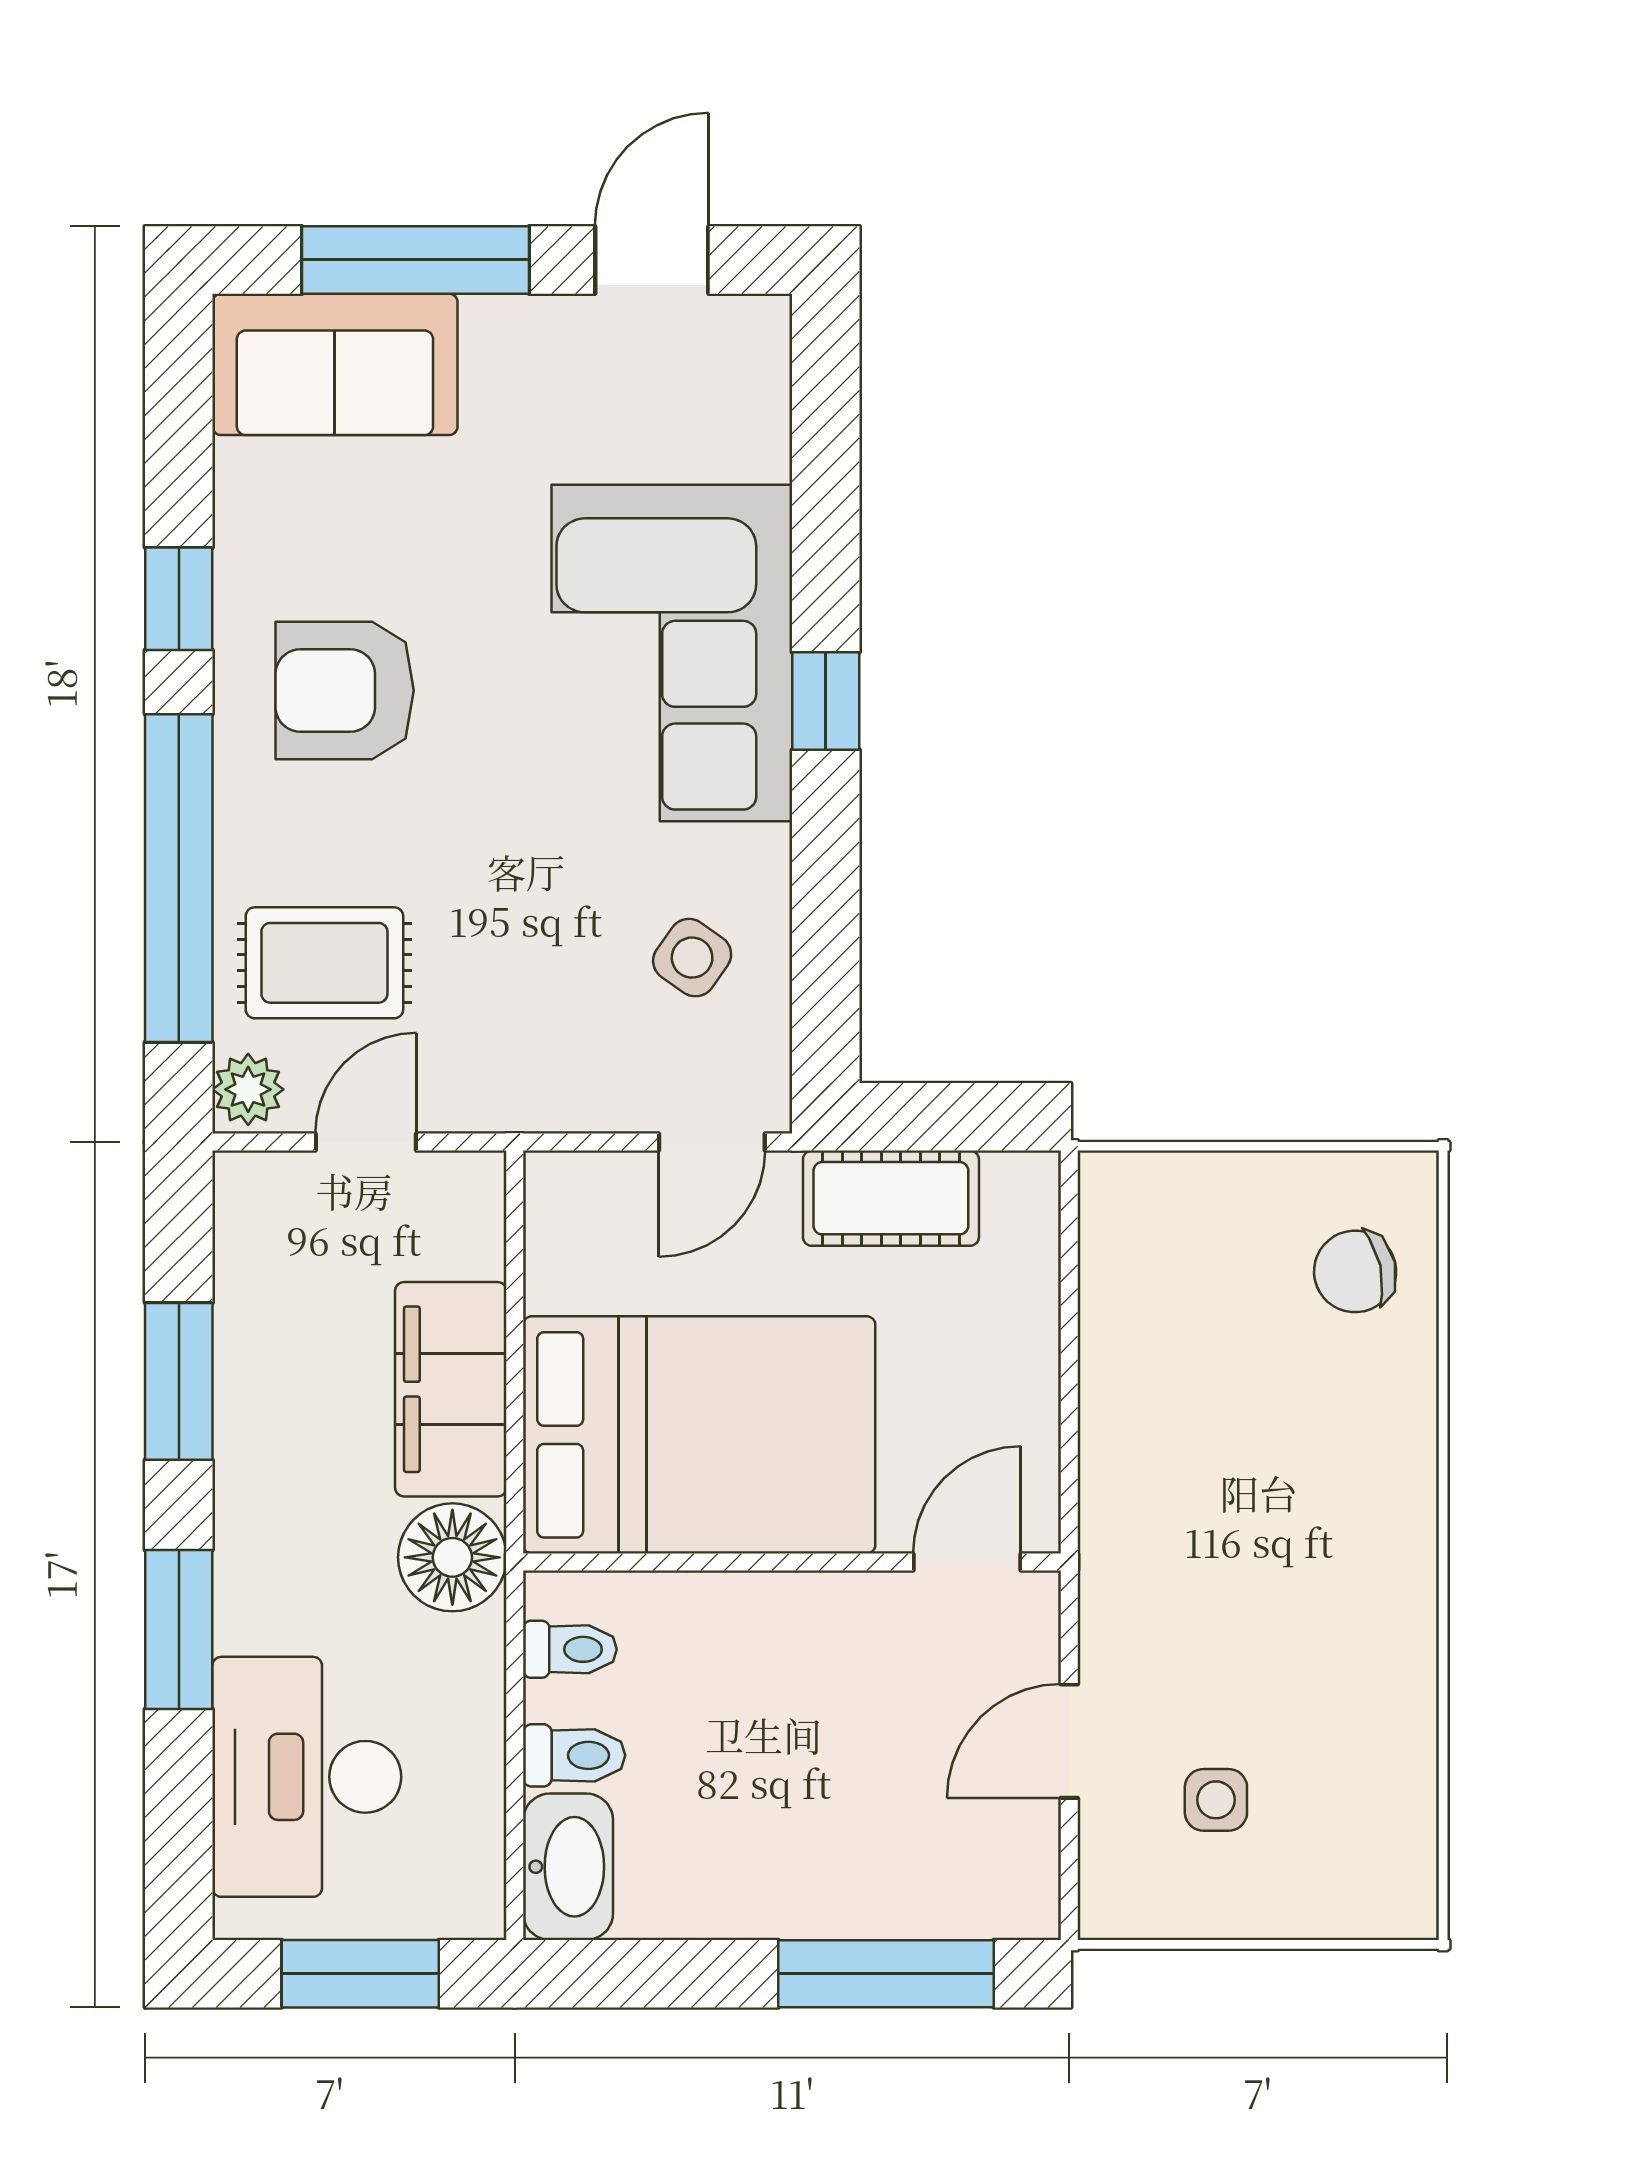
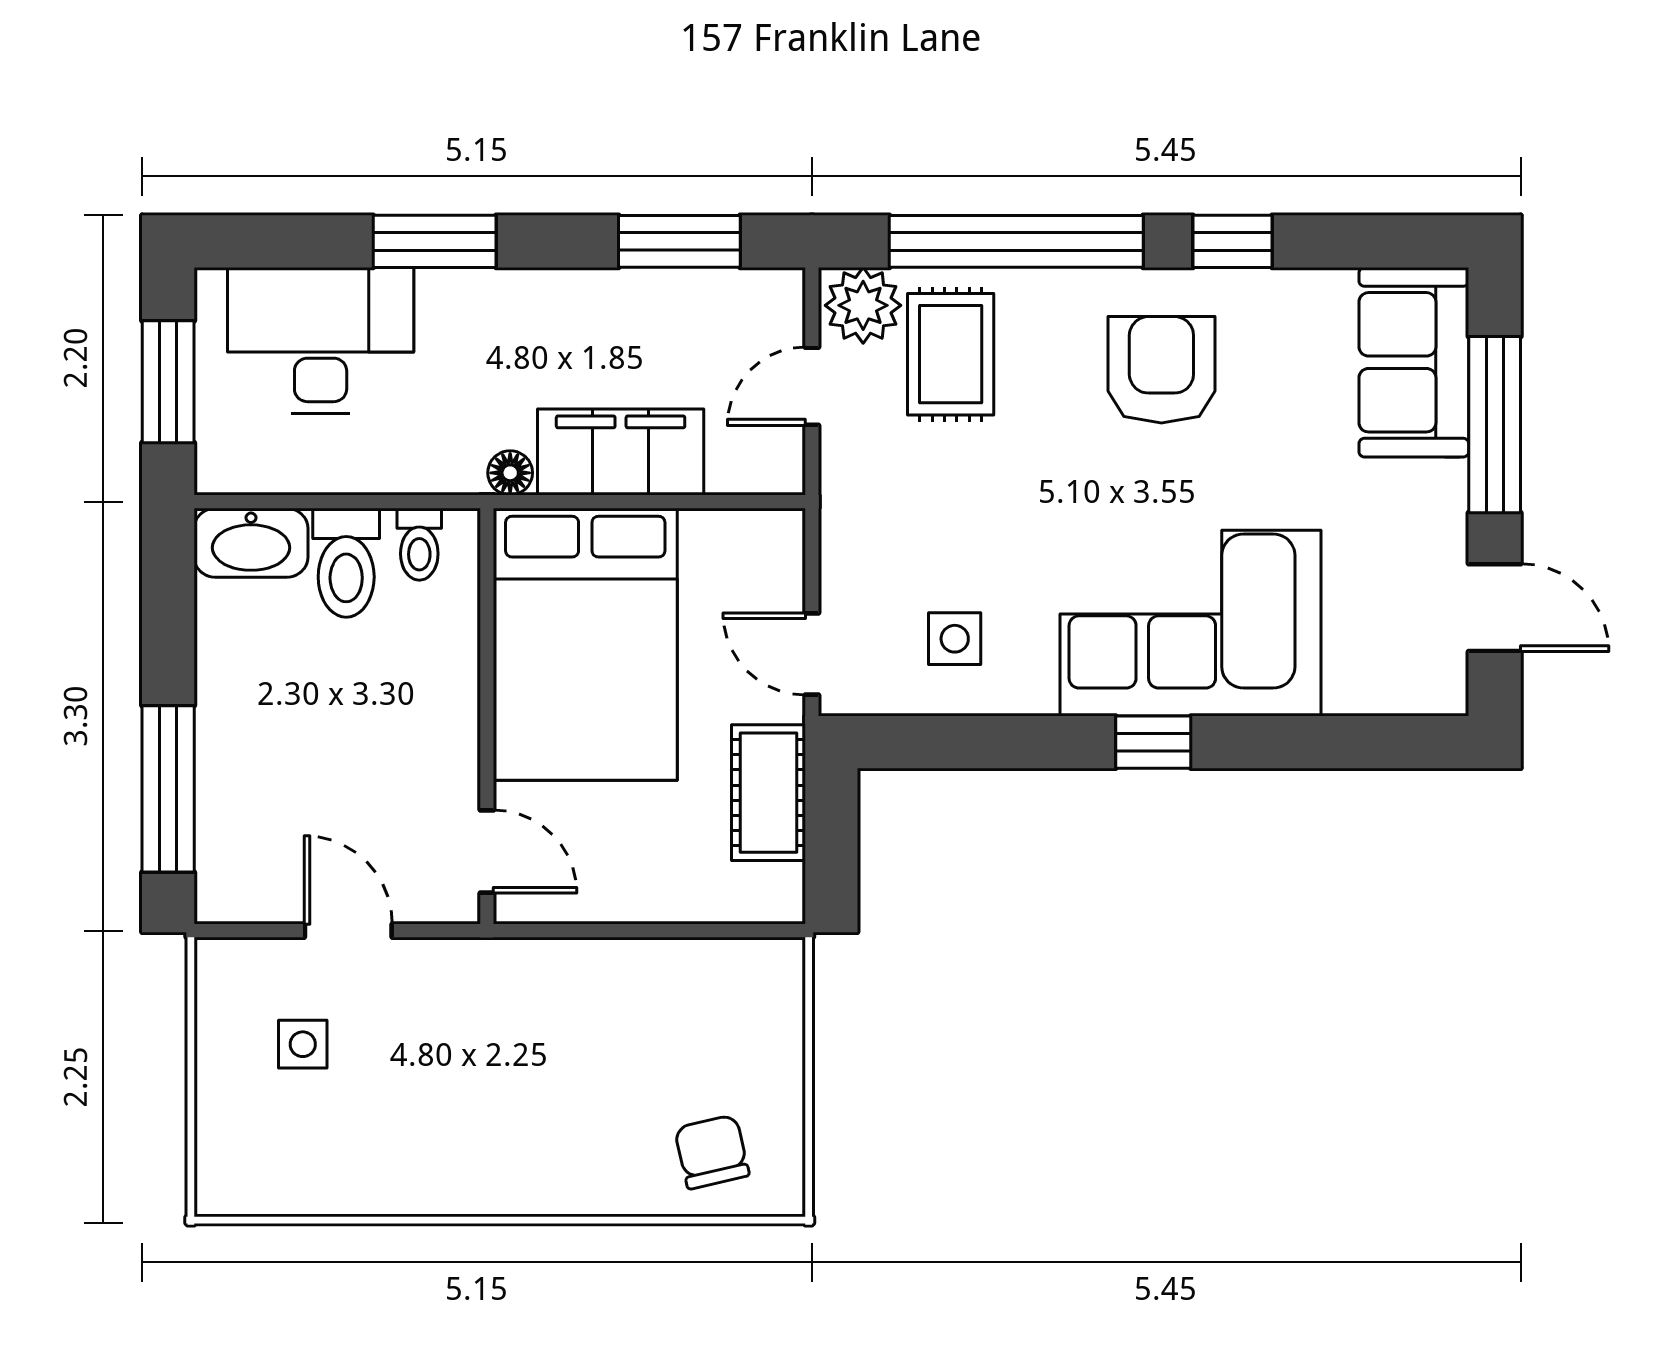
side table: (692, 958) -> (955, 639), turned -35
plant: (248, 1089) -> (863, 305), width x1.38, depth x1.38
door: (366, 1142) -> (812, 386), swing flipped
window: (179, 1381) -> (679, 241), moved
floor lamp: (452, 1557) -> (510, 473), width x0.53, depth x0.53
toilet: (574, 1755) -> (346, 563), width x1.37, depth x1.39

